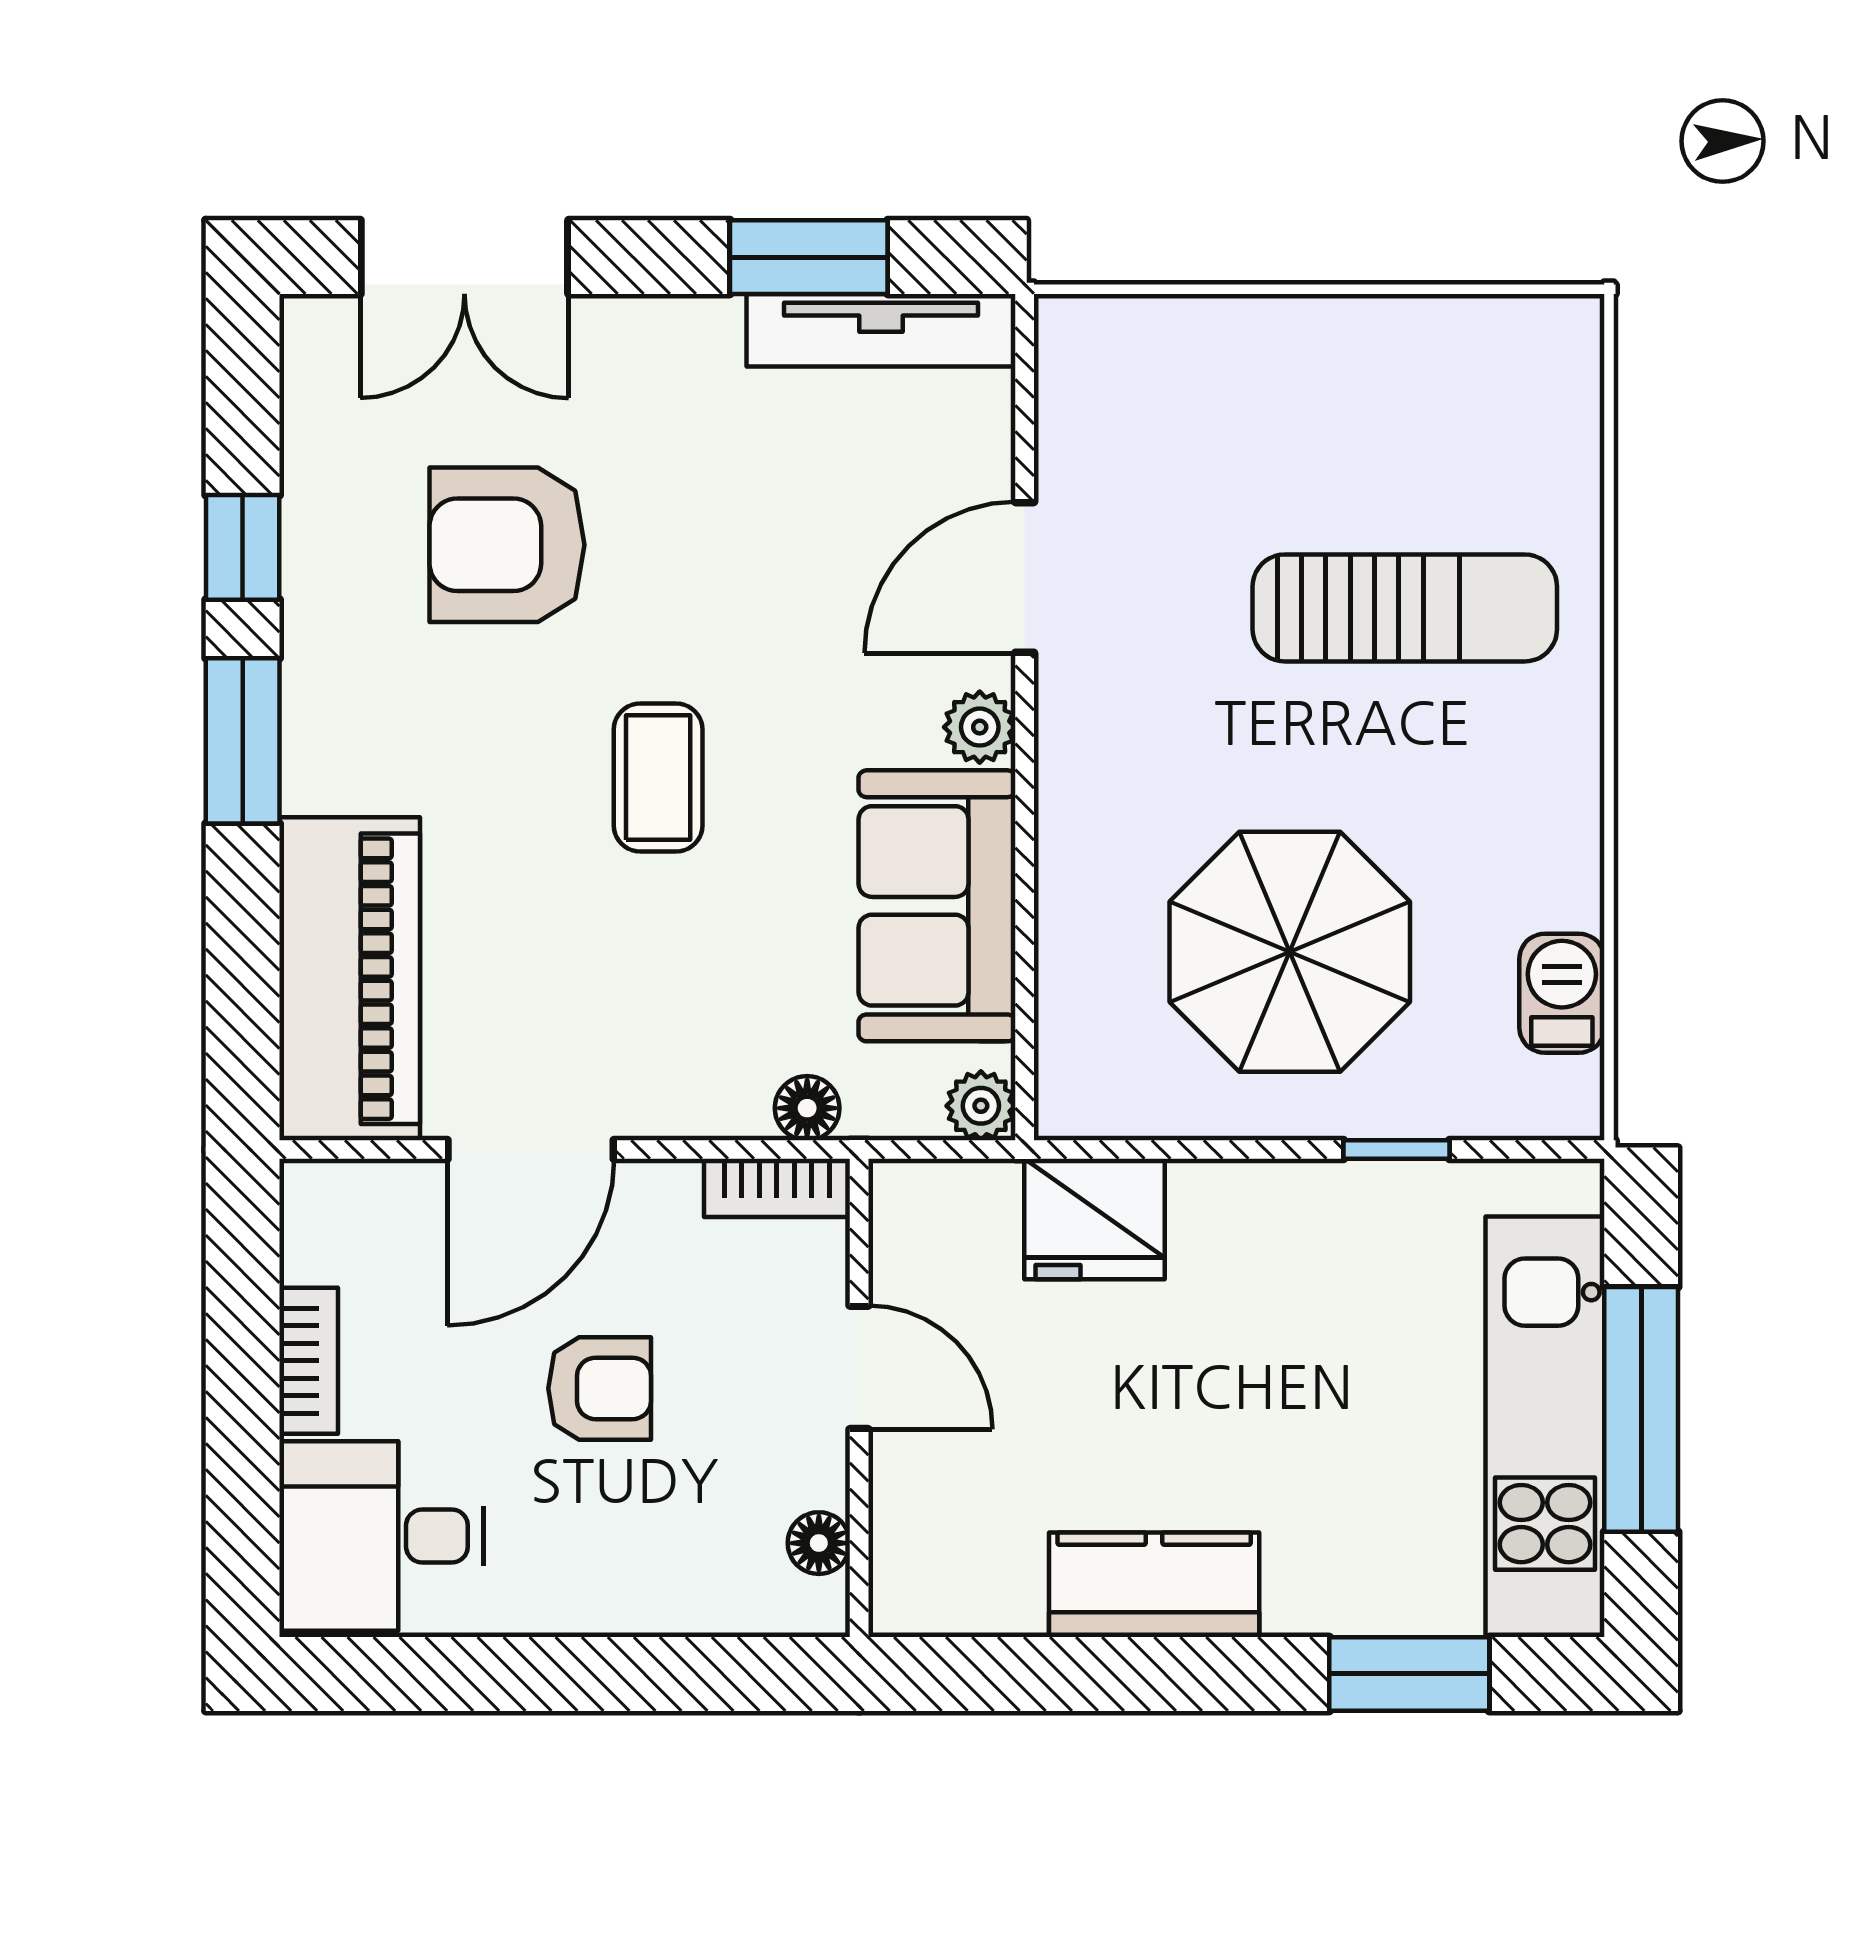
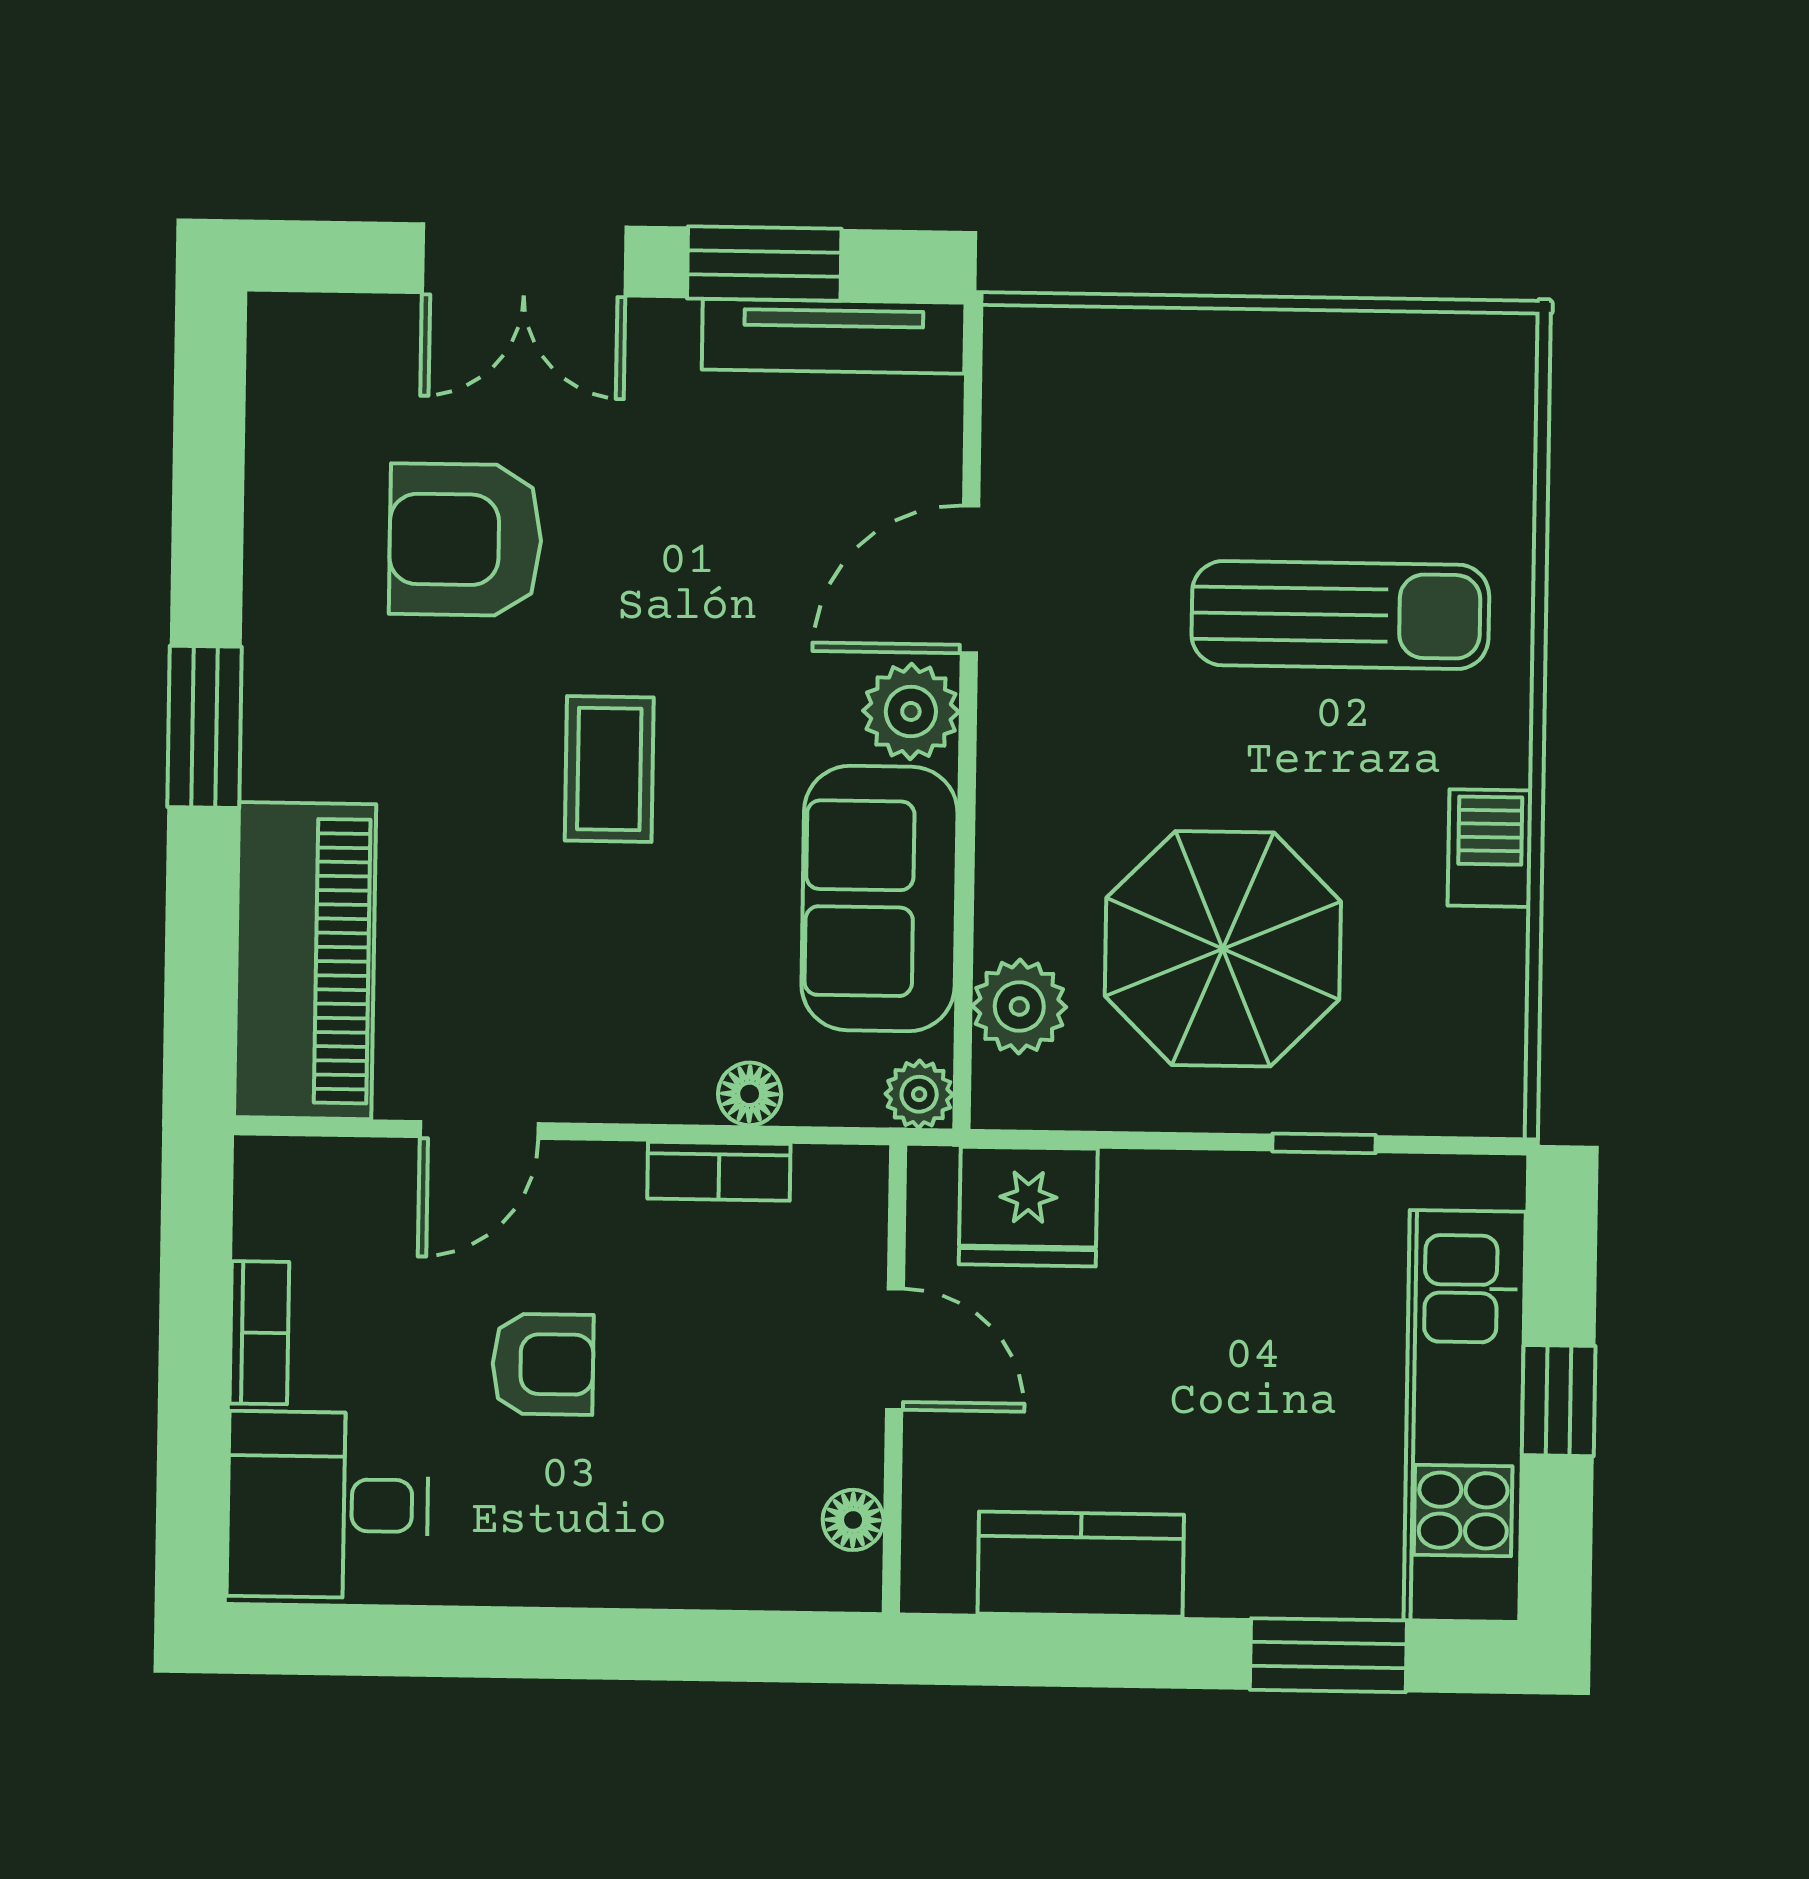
double door: (464, 257) -> (524, 260), moved
window: (243, 547) -> (207, 538), removed
plant: (980, 727) -> (911, 711), width x1.38, depth x1.38
barbecue: (1562, 993) -> (1490, 848), moved
plant: (1082, 1014) -> (1019, 1006), added
door: (531, 1150) -> (479, 1130), width x0.73
door: (859, 1367) -> (895, 1349), moved
wall: (859, 1398) -> (895, 1379), moved
window: (1641, 1409) -> (1559, 1401), width x0.46
floor lamp: (819, 1543) -> (853, 1520), moved

